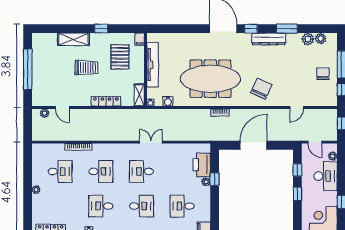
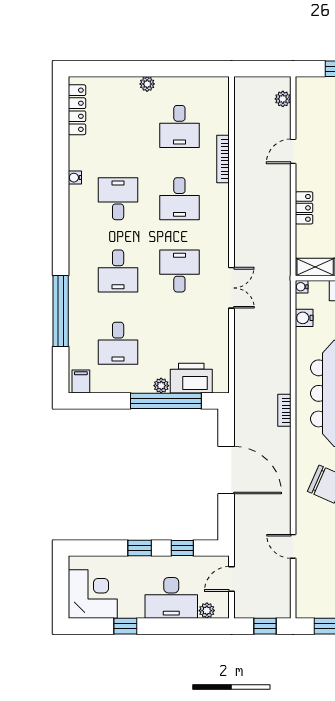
locker: (106, 101) -> (304, 208), width x0.66
door: (62, 107) -> (293, 151), moved
window: (215, 179) -> (166, 401), width x3.17
desk: (182, 206) -> (118, 343), turned 180

